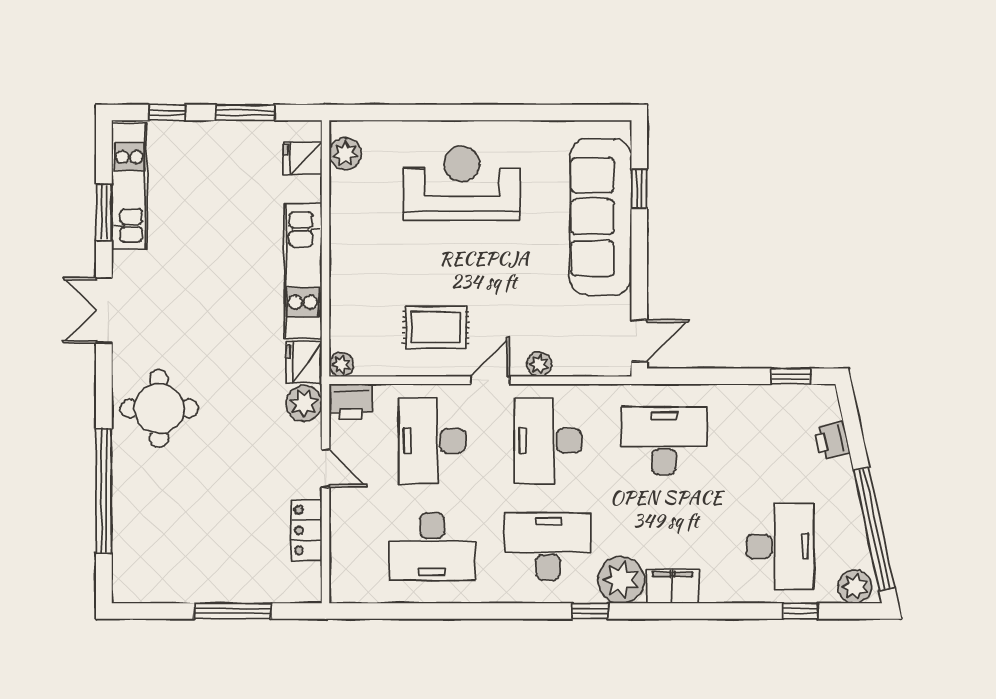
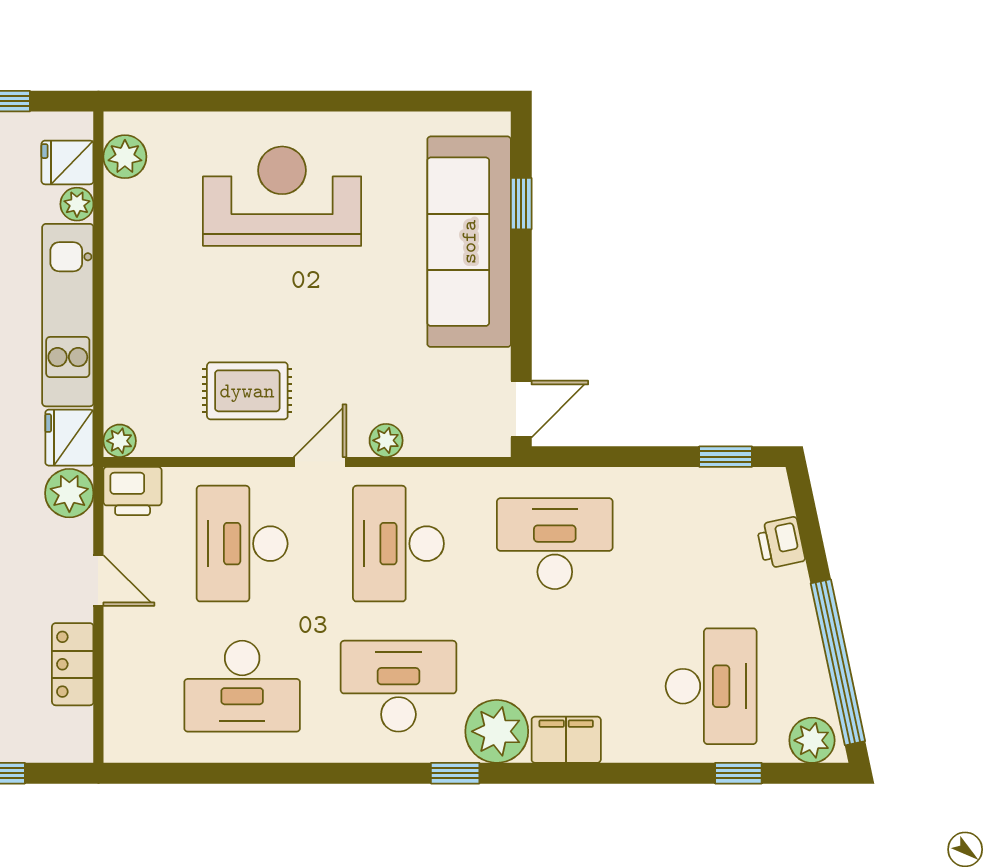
plant: (310, 189) -> (77, 204), added

